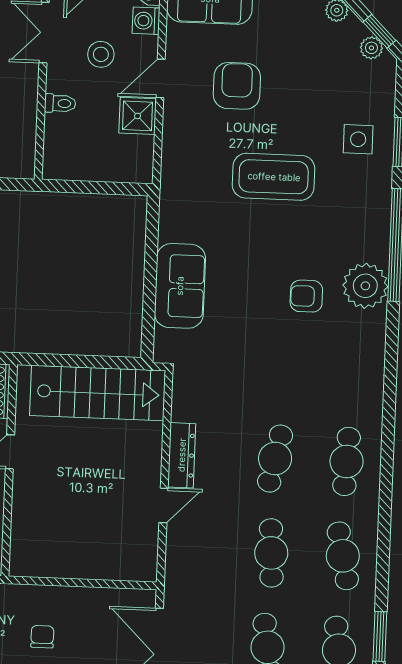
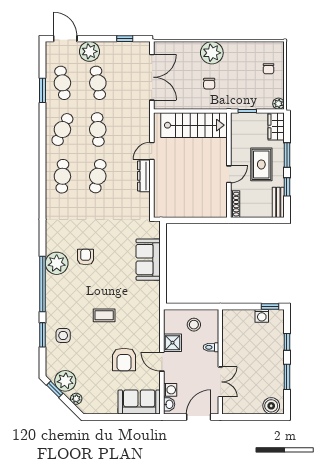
plant: (371, 48) -> (65, 381), width x1.87, depth x1.87
stool: (101, 54) -> (194, 325), moved
door: (160, 78) -> (162, 362), swing flipped
coffee table: (274, 177) -> (104, 315), width x0.54, depth x0.58
armchair: (306, 296) -> (86, 257), turned -90
stairs: (98, 393) -> (194, 125), moved, turned 180
cafe table: (343, 556) -> (62, 130), turned 36

